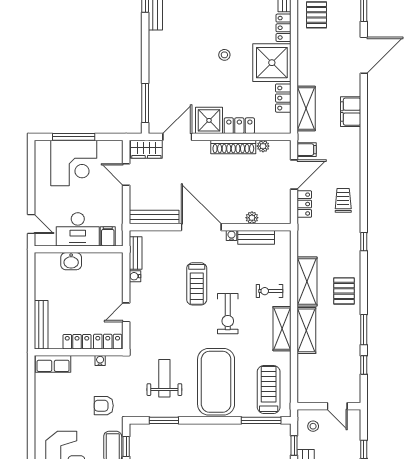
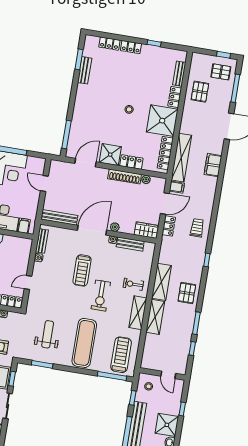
locker: (283, 98) -> (165, 153), width x1.53
shelving: (306, 109) -> (181, 158), width x1.47
wardrobe: (146, 149) -> (146, 230), moved, turned 180
plant: (252, 218) -> (115, 227), moved
door: (201, 227) -> (92, 230), hinge flipped
exercise mat: (216, 382) -> (84, 343), width x0.68

